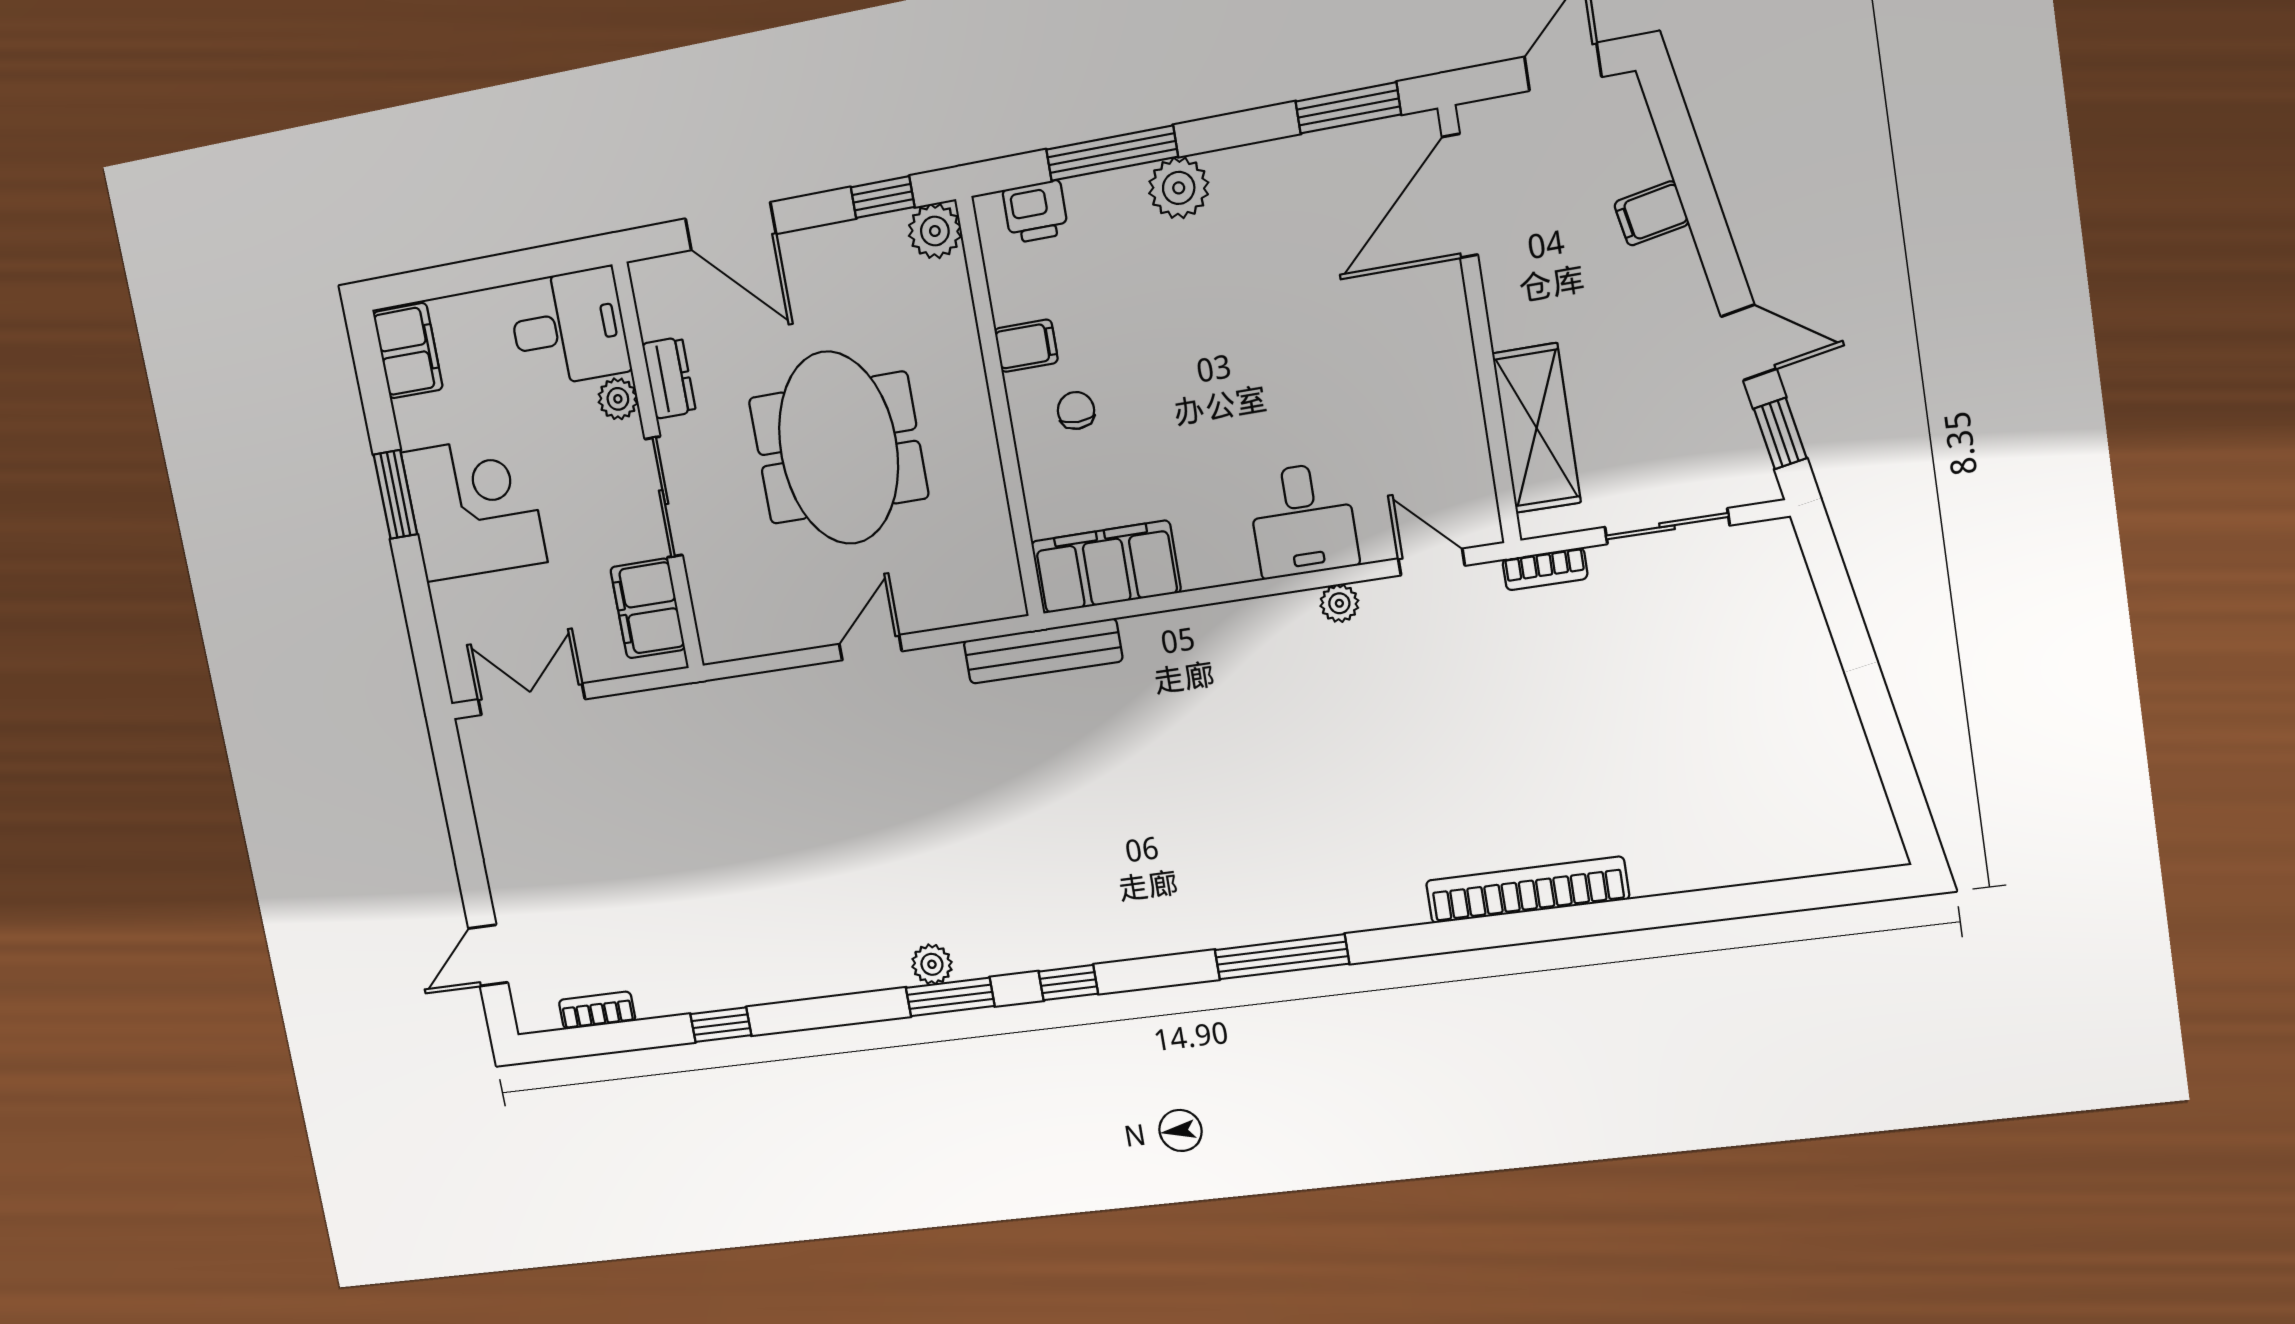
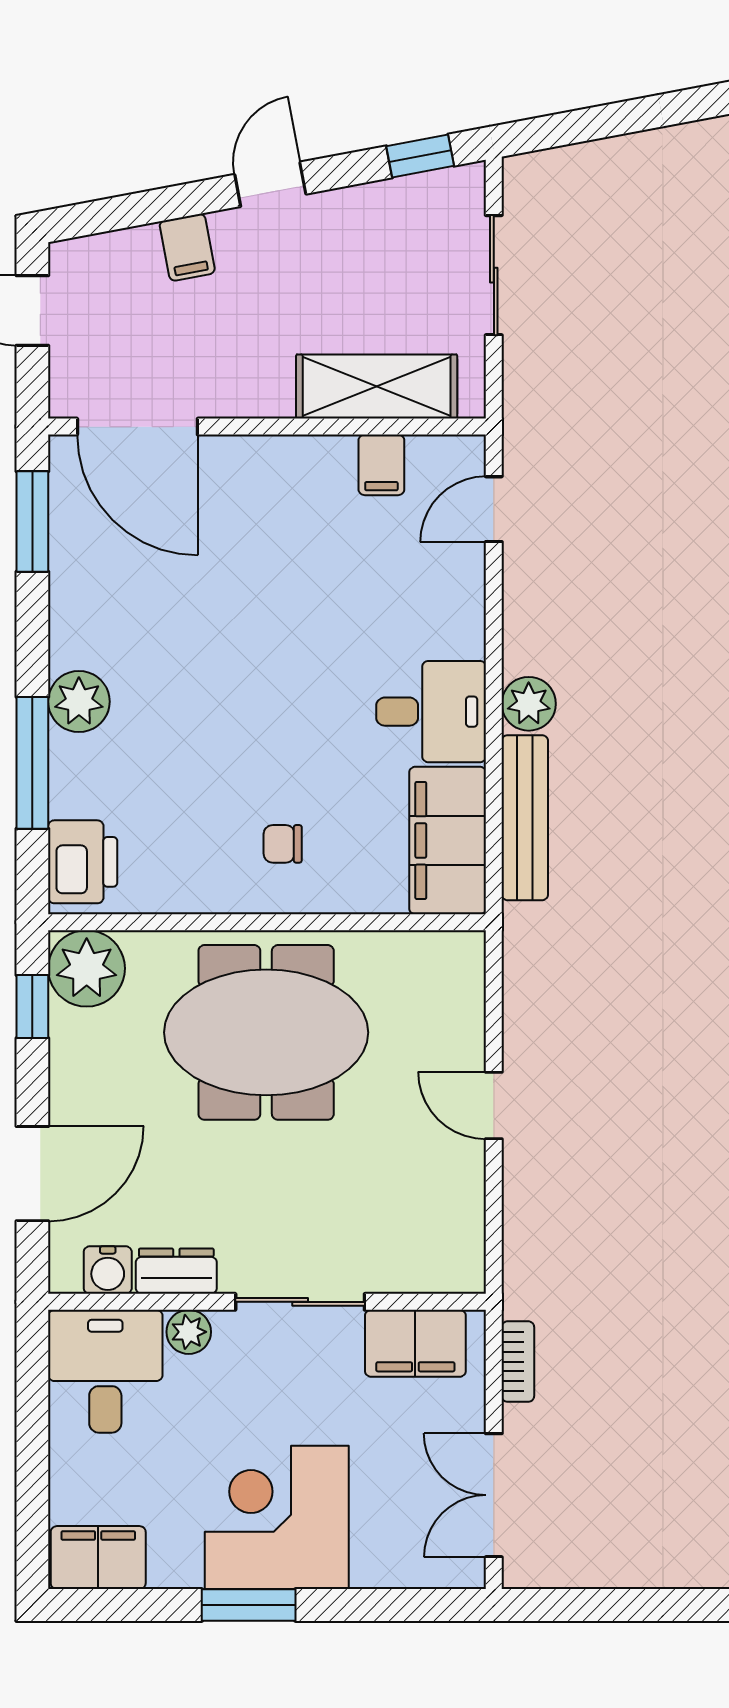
printer: (1035, 212) -> (83, 862), width x1.36, depth x1.24
plant: (935, 231) -> (87, 968), width x1.36, depth x1.36
water cooler: (658, 314) -> (108, 1270), added
door: (1749, 343) -> (270, 184), moved
filing cabinet: (1026, 346) -> (381, 465), moved, turned 180
meeting table: (838, 448) -> (266, 1032), moved
desk: (1303, 520) -> (431, 712), moved
bookcase: (1545, 569) -> (518, 1362), moved
plant: (1339, 603) -> (529, 704), moved, width x1.38, depth x1.38
bench: (1043, 651) -> (525, 818), moved

